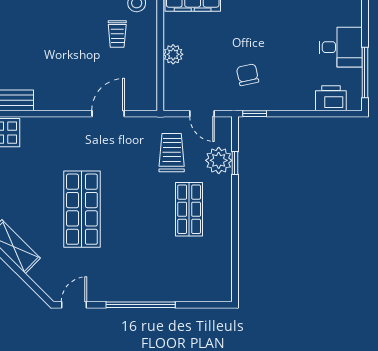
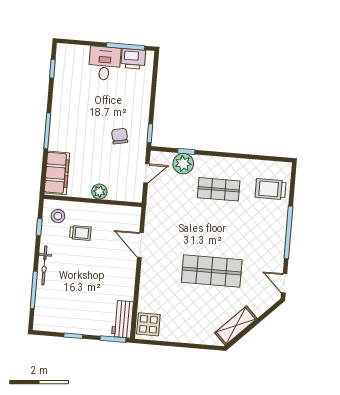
chair: (248, 75) -> (120, 136), turned 90
printer: (331, 98) -> (133, 59), moved, turned -90
trolley: (172, 153) -> (271, 189), moved

